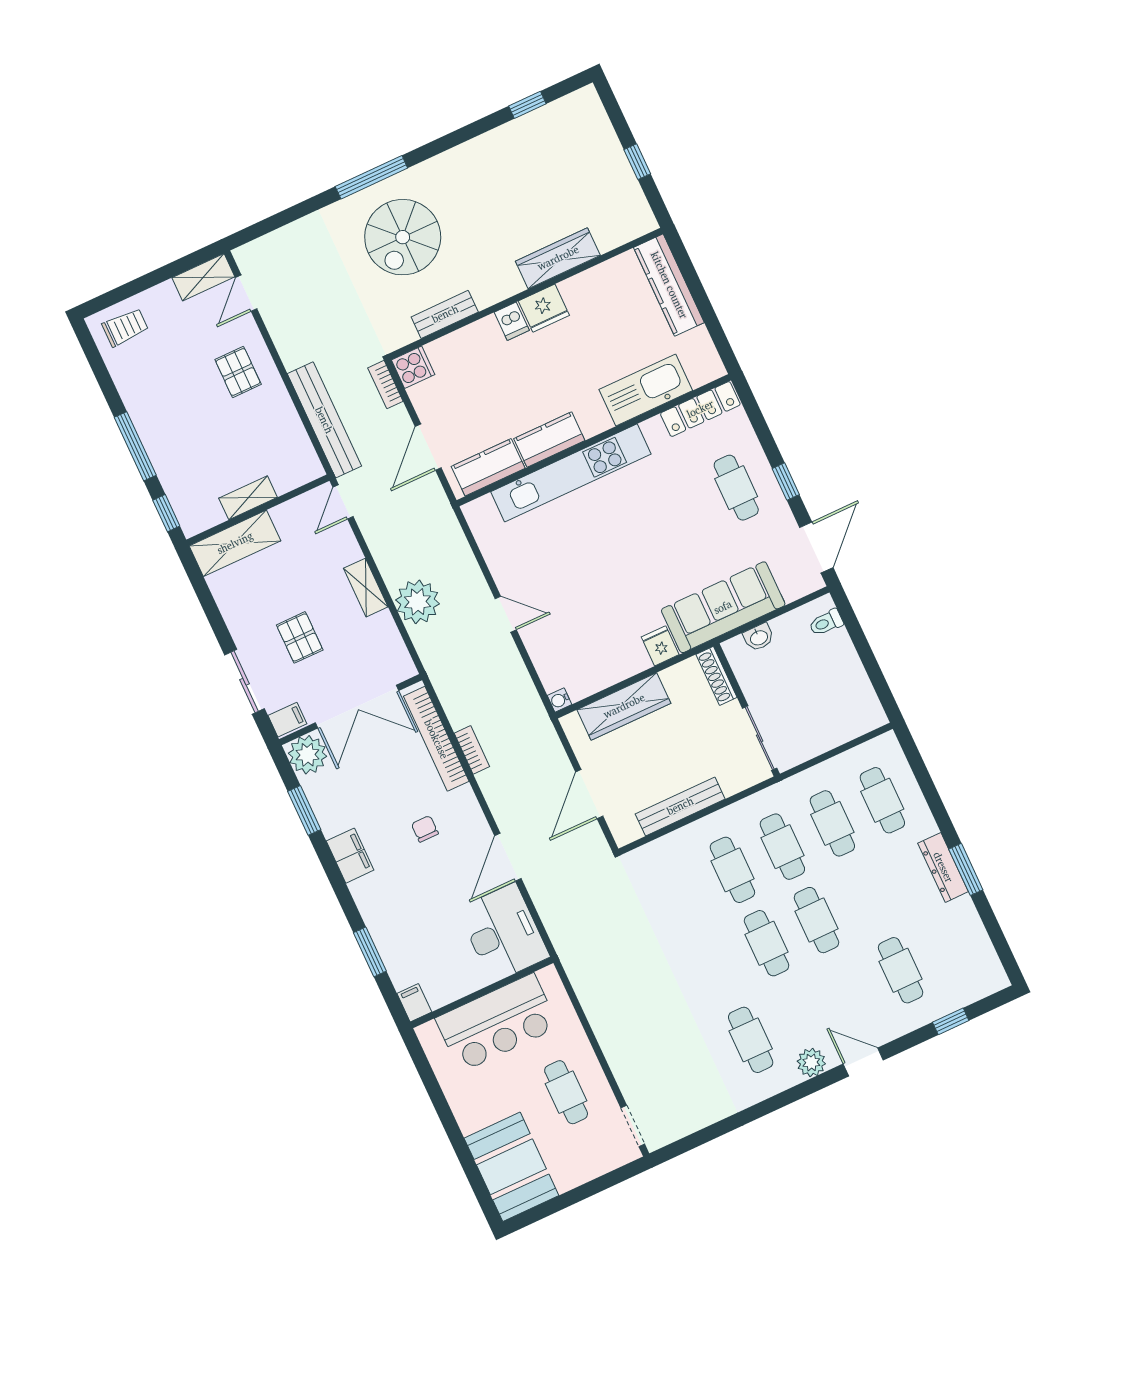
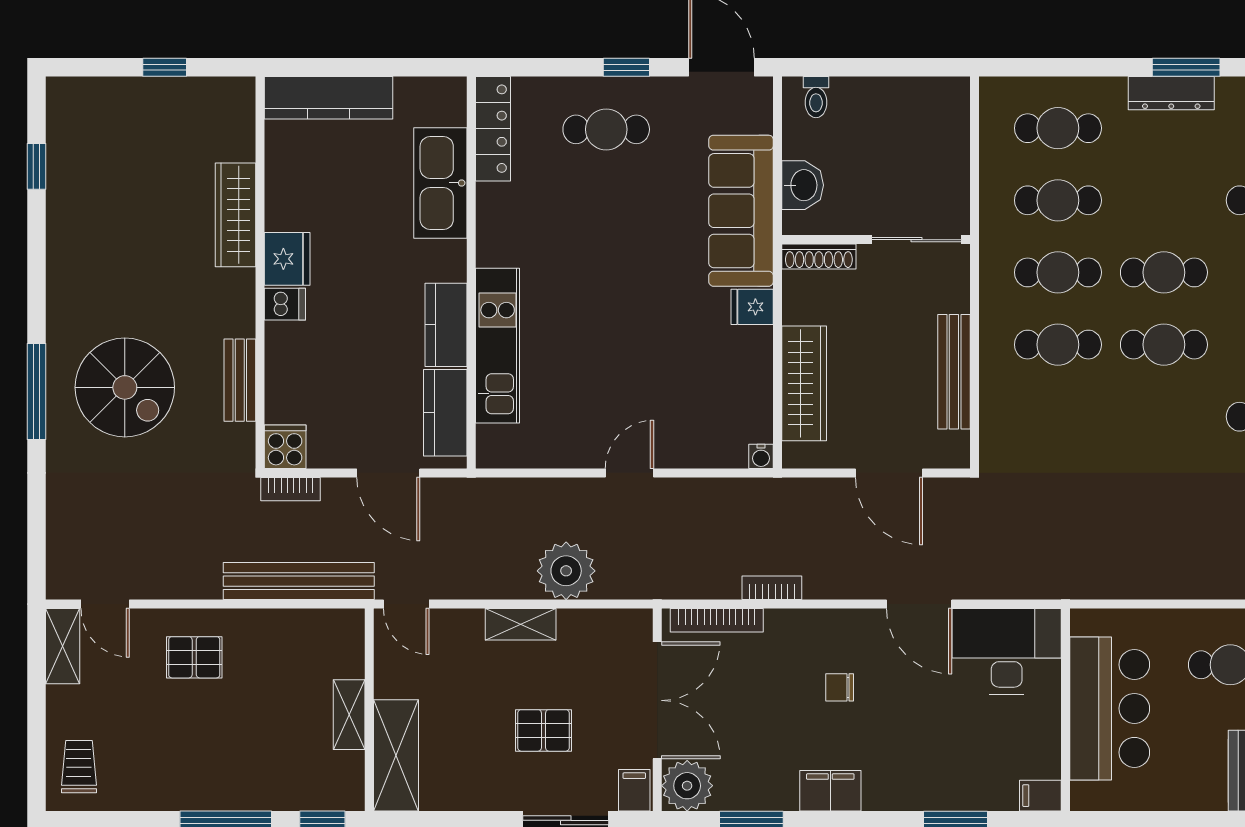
kitchen unit: (571, 473) -> (498, 346), width x0.73
washbasin: (759, 637) -> (803, 185), width x1.38, depth x1.45
bookcase: (436, 739) -> (717, 620), width x0.68, depth x0.76

